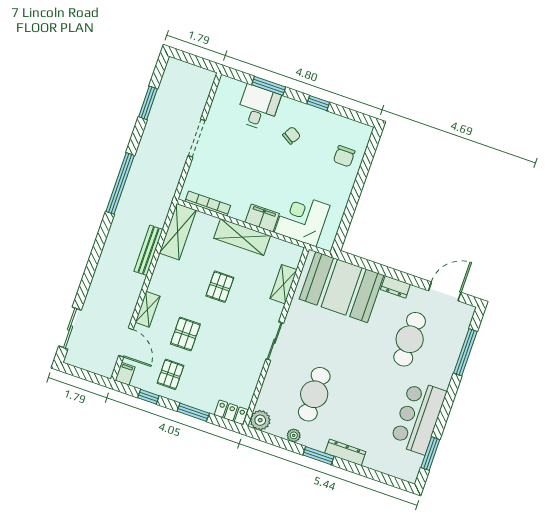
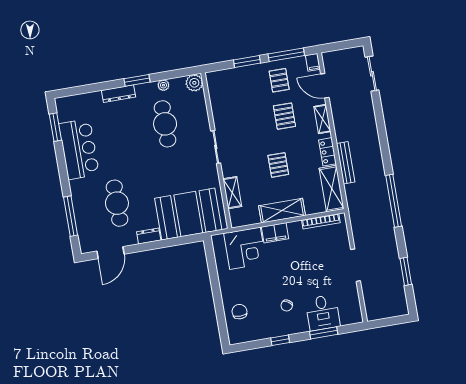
window: (148, 397) -> (286, 55), width x2.17
locker: (231, 412) -> (328, 152), moved, turned 90

